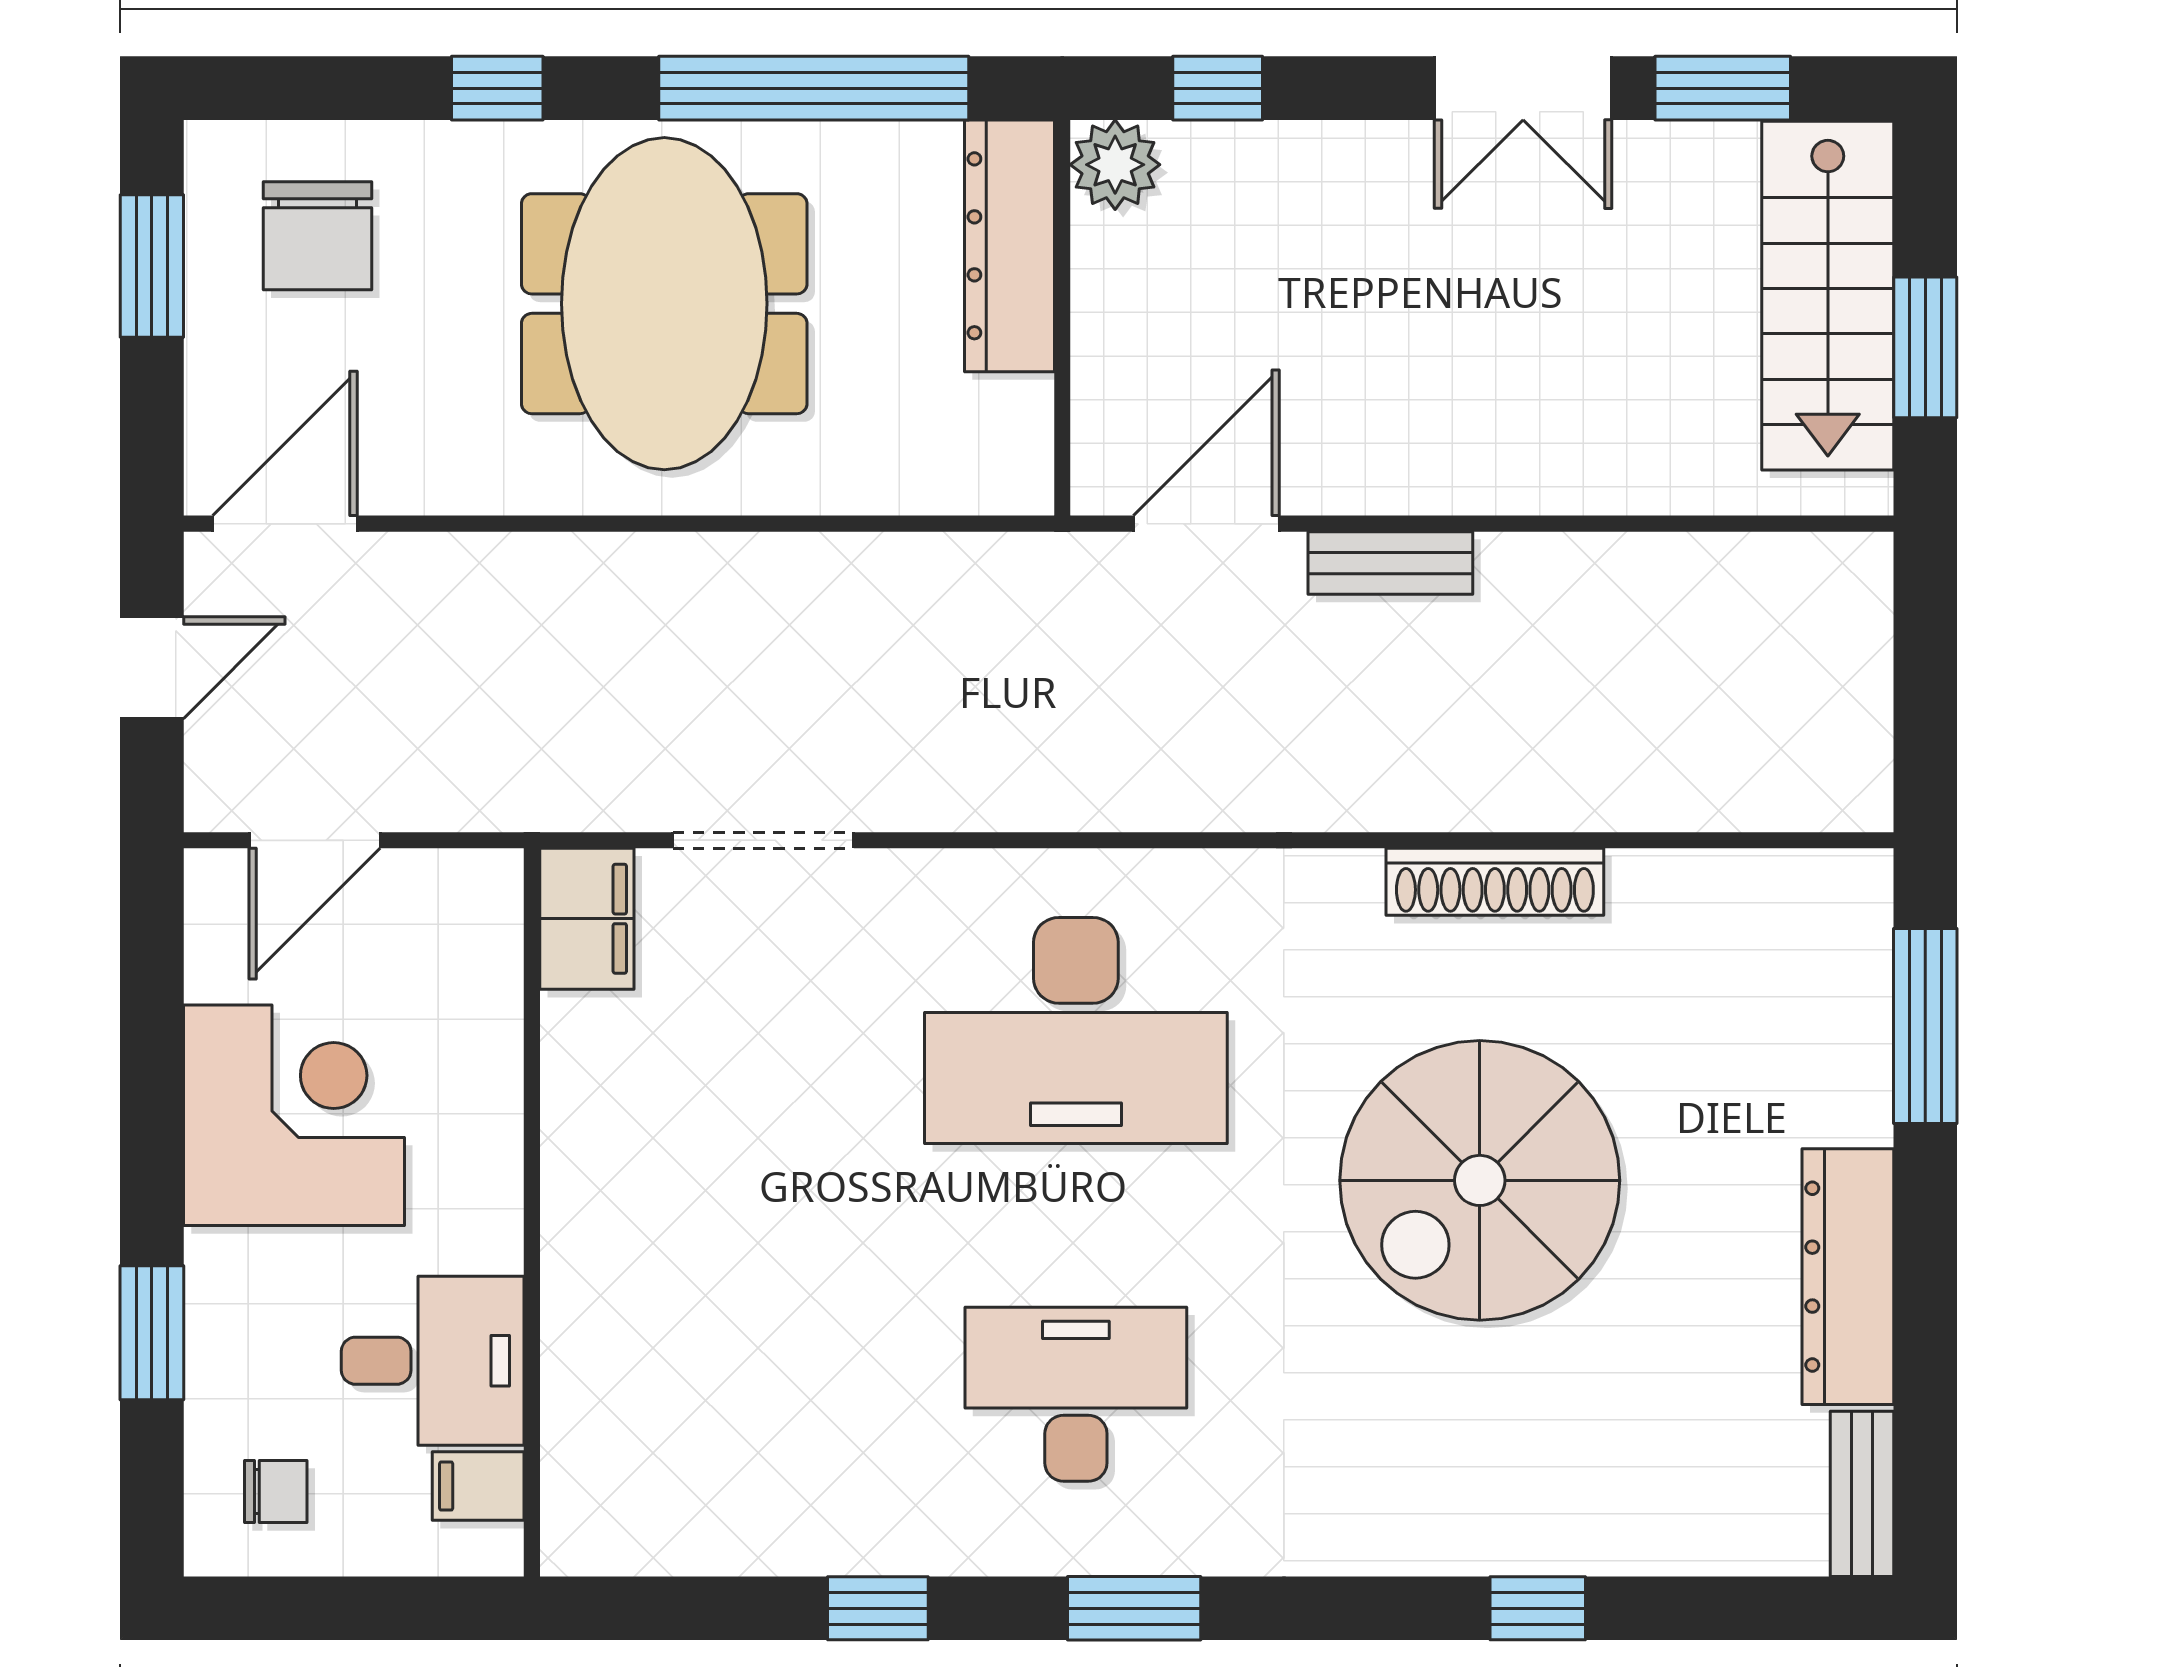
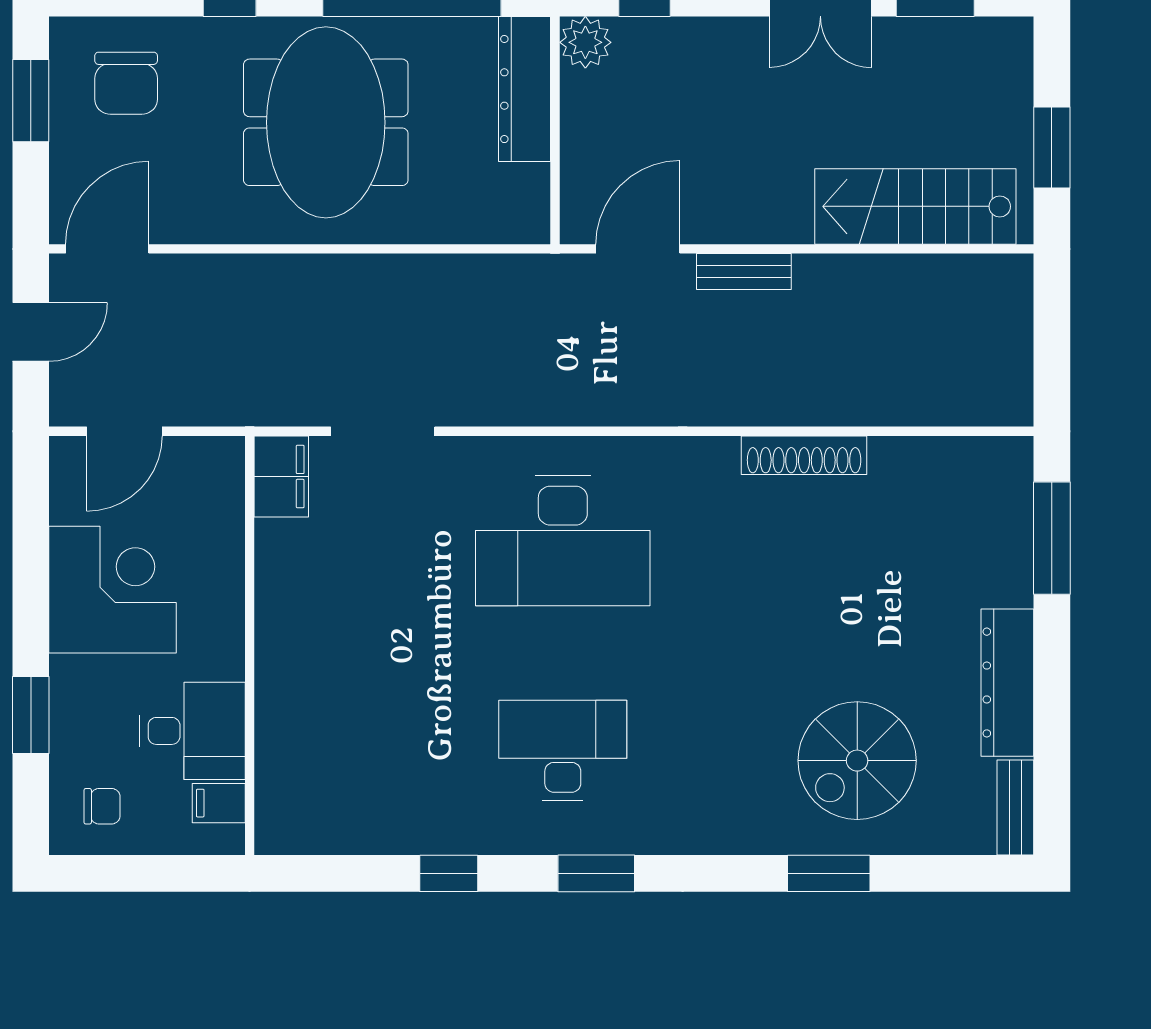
stairs: (1828, 296) -> (915, 206), moved, turned 90
spiral stairs: (1480, 1180) -> (857, 761), moved, width x0.73, depth x0.73
window: (1538, 1608) -> (829, 873), width x1.50

